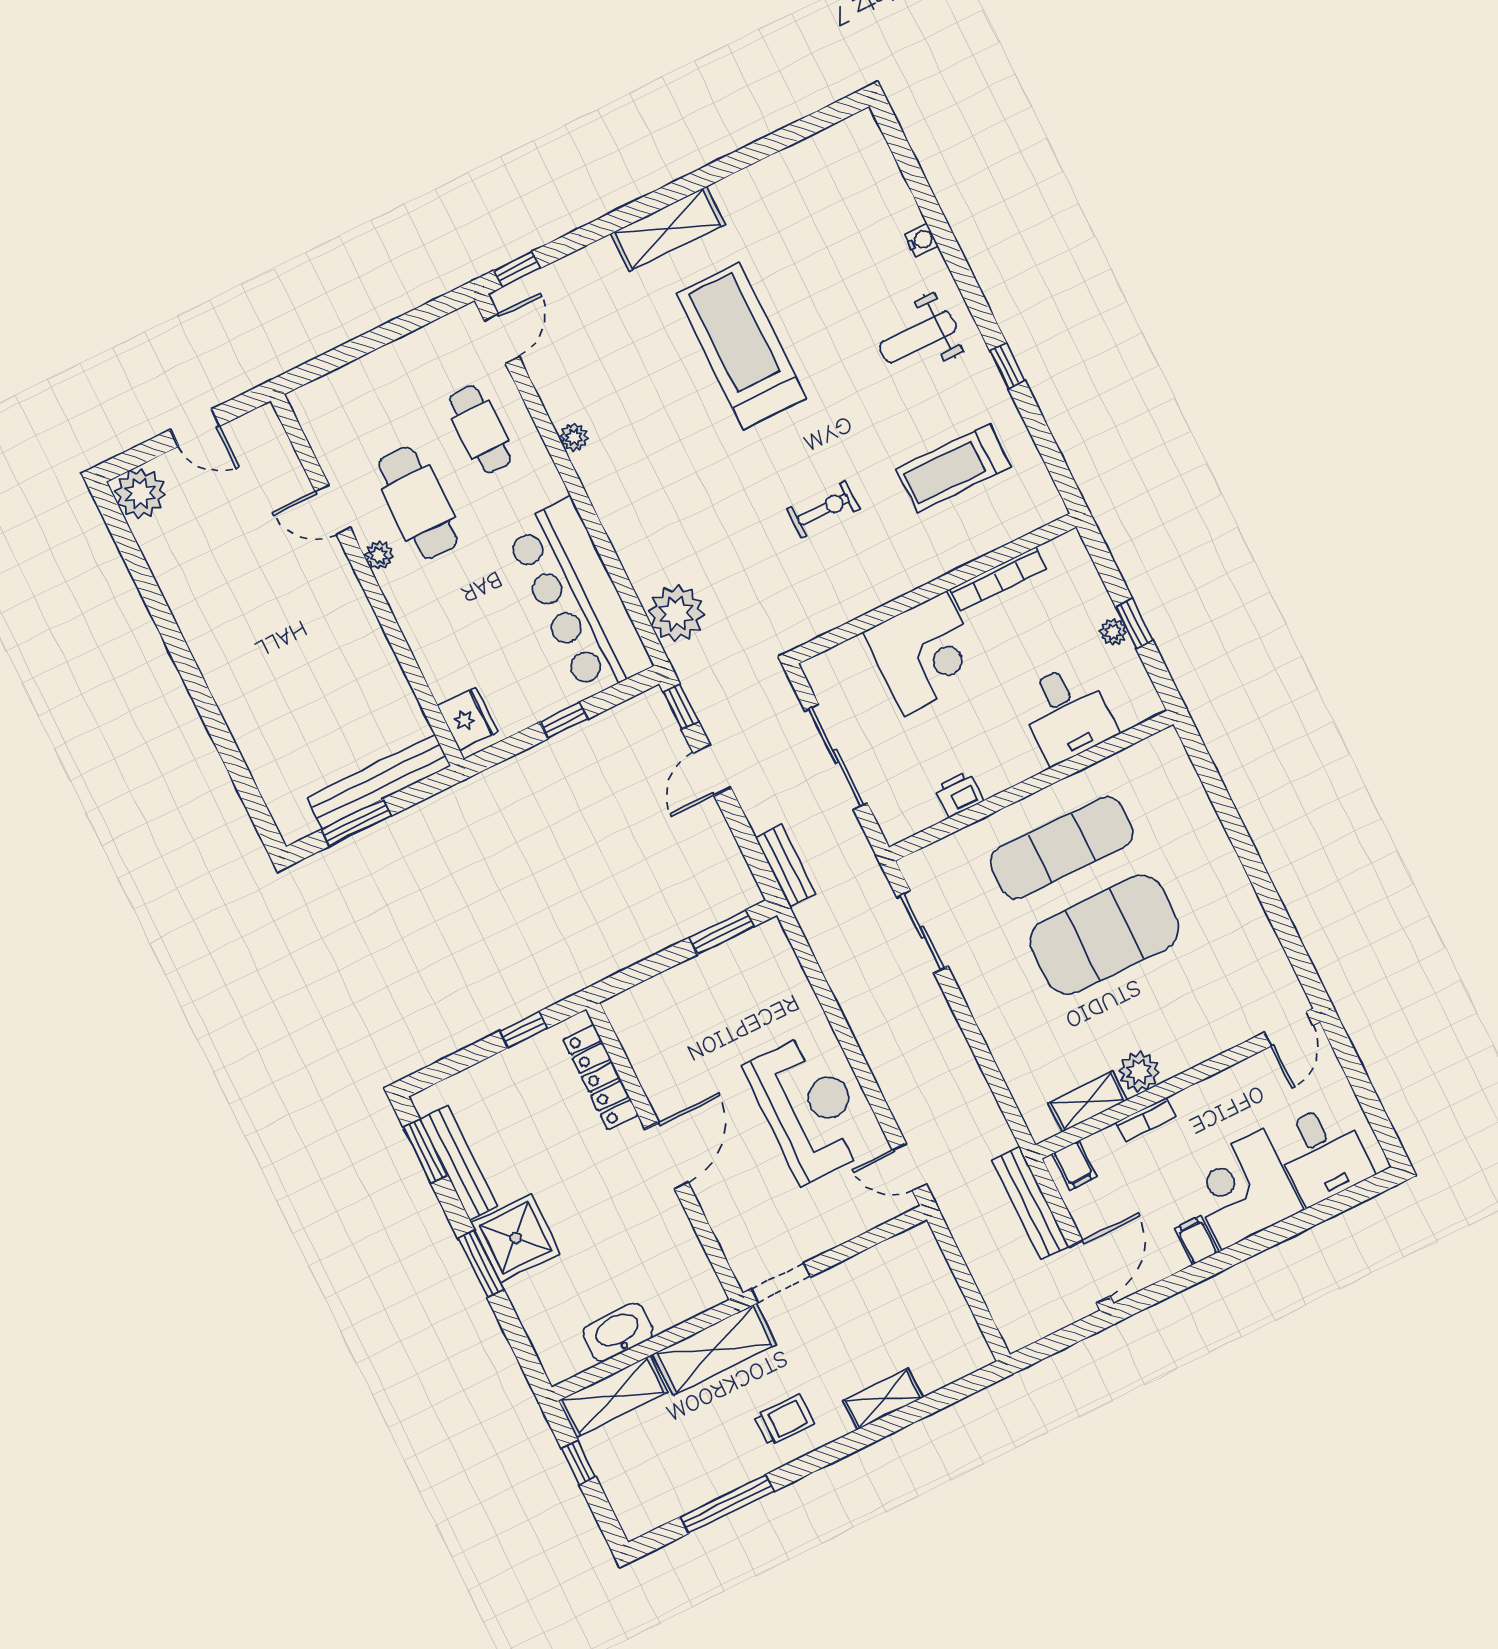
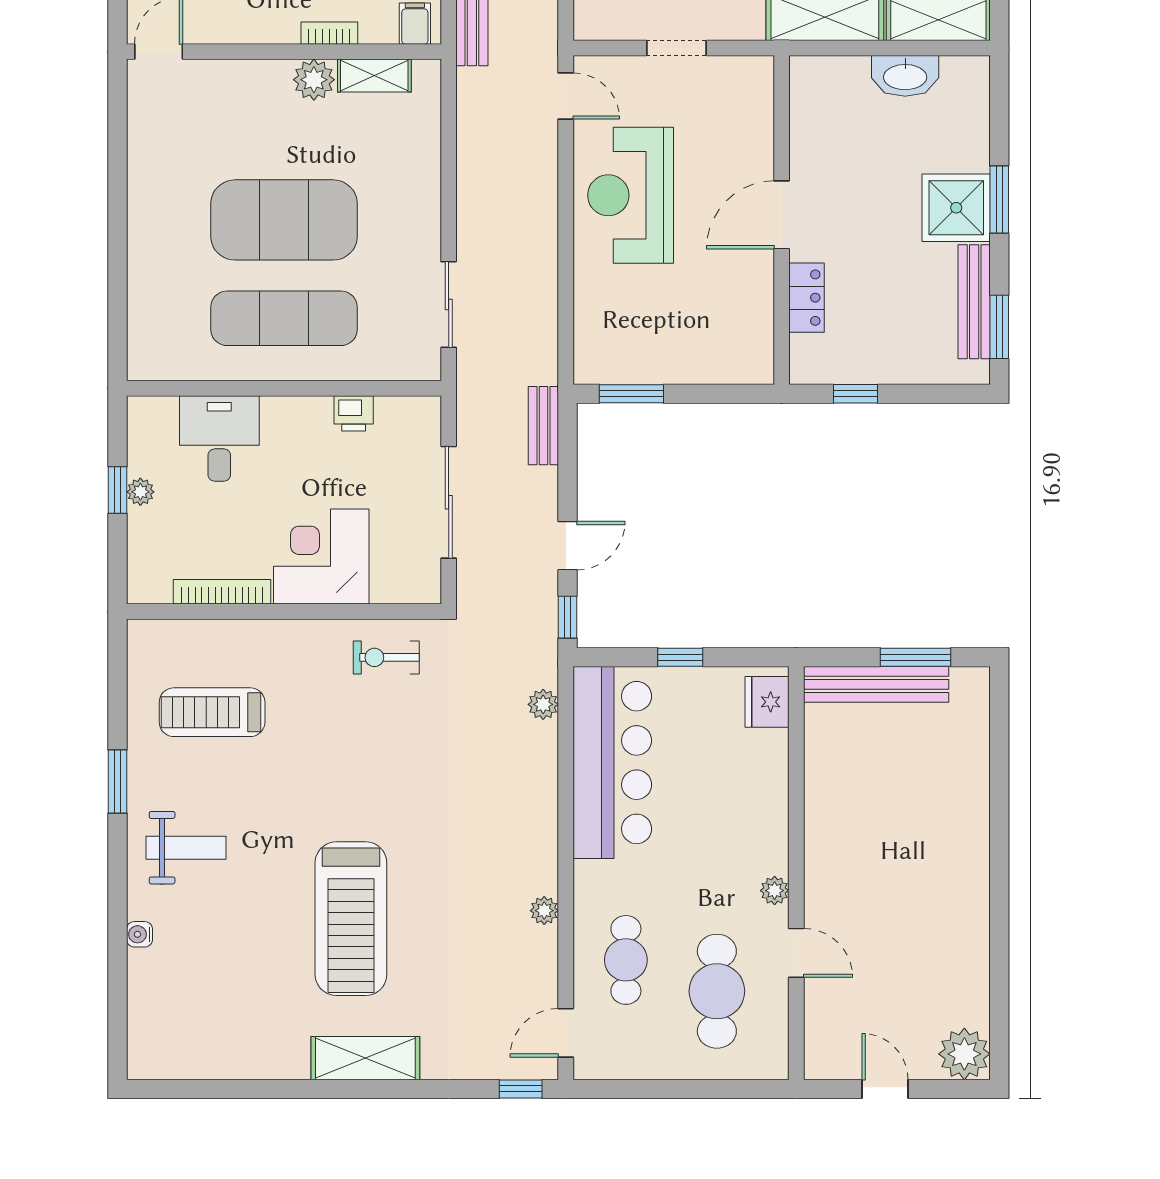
window: (1007, 366) -> (118, 782), width x1.50
treadmill: (954, 468) -> (212, 712), turned 180
cafe table: (418, 503) -> (717, 991), moved
exercise bike: (823, 509) -> (386, 657), moved
plant: (676, 613) -> (543, 704), width x0.53, depth x0.53
locker: (601, 1077) -> (807, 298), width x0.66
doorway: (781, 1283) -> (676, 48), moved

